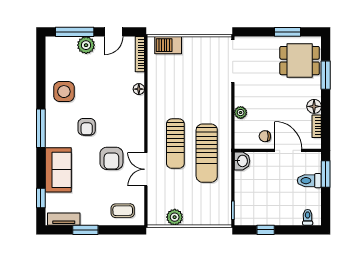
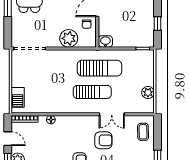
plant: (241, 113) -> (69, 38), width x1.87, depth x1.87

